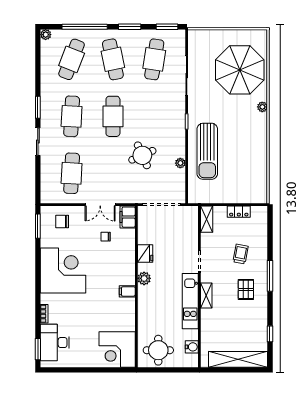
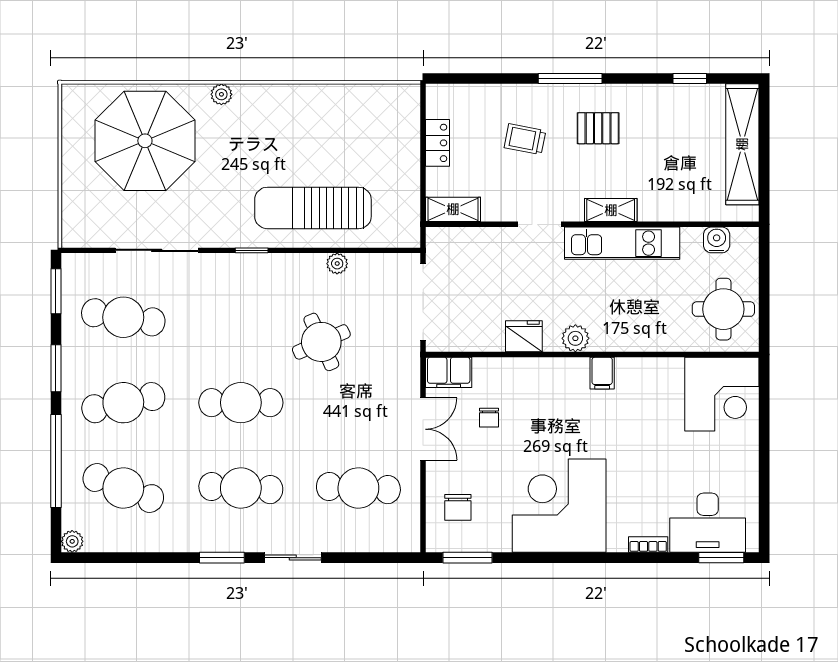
sun lounger: (207, 151) -> (313, 208), turned 180

